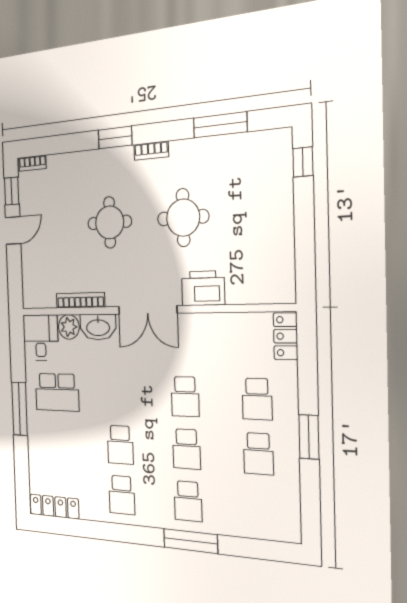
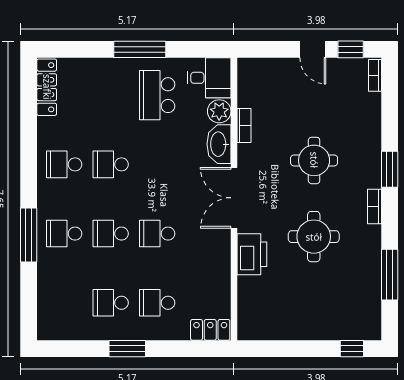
bookcase: (80, 300) -> (244, 126), width x0.64

